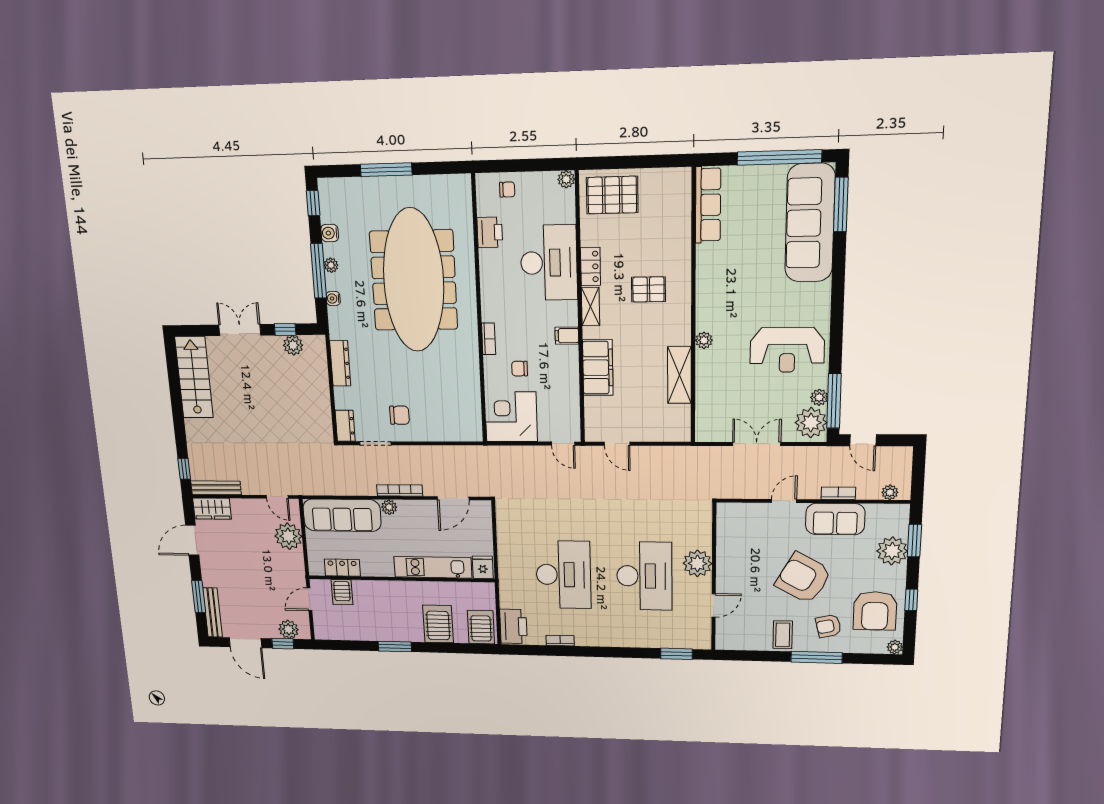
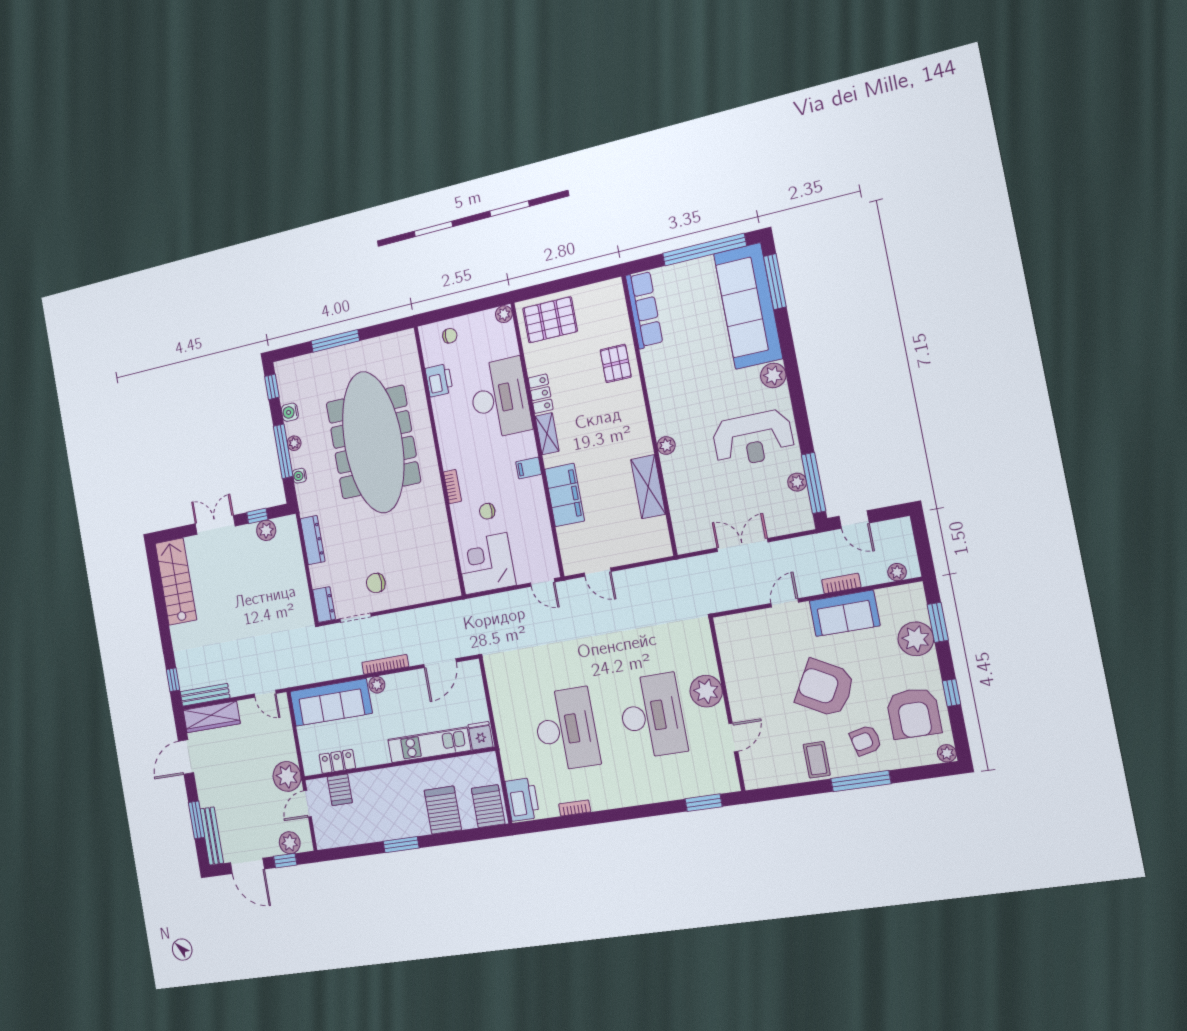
pallet: (648, 289) -> (616, 363), moved, turned 90
chair: (400, 415) -> (376, 583), turned 180
plant: (811, 423) -> (773, 375), moved, width x0.73, depth x0.73
wardrobe: (212, 509) -> (212, 717), width x1.50
plant: (288, 536) -> (287, 776), moved

